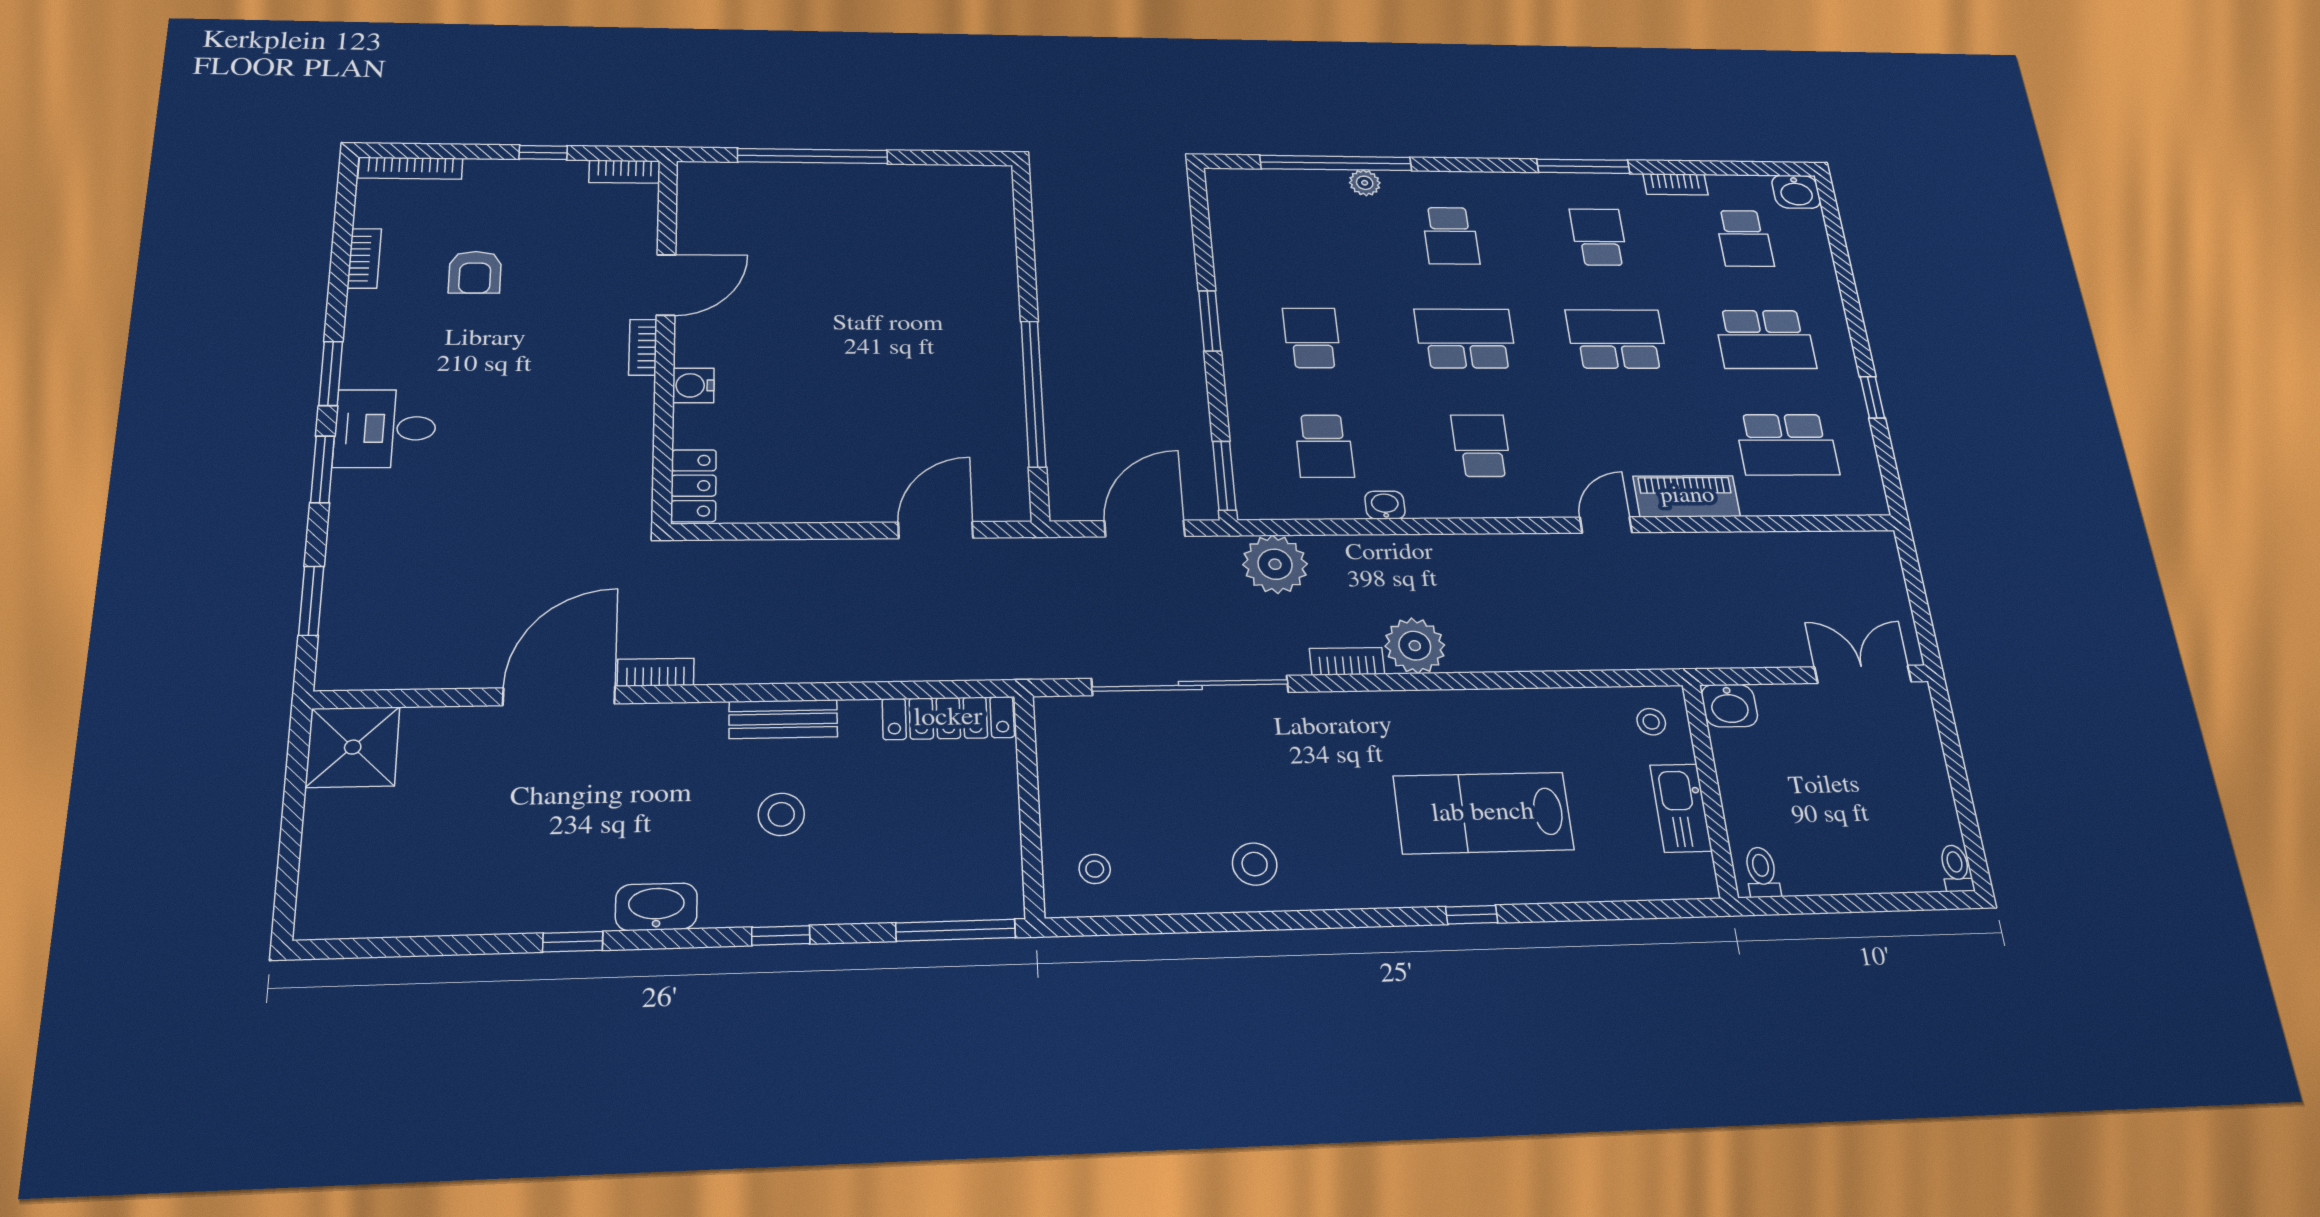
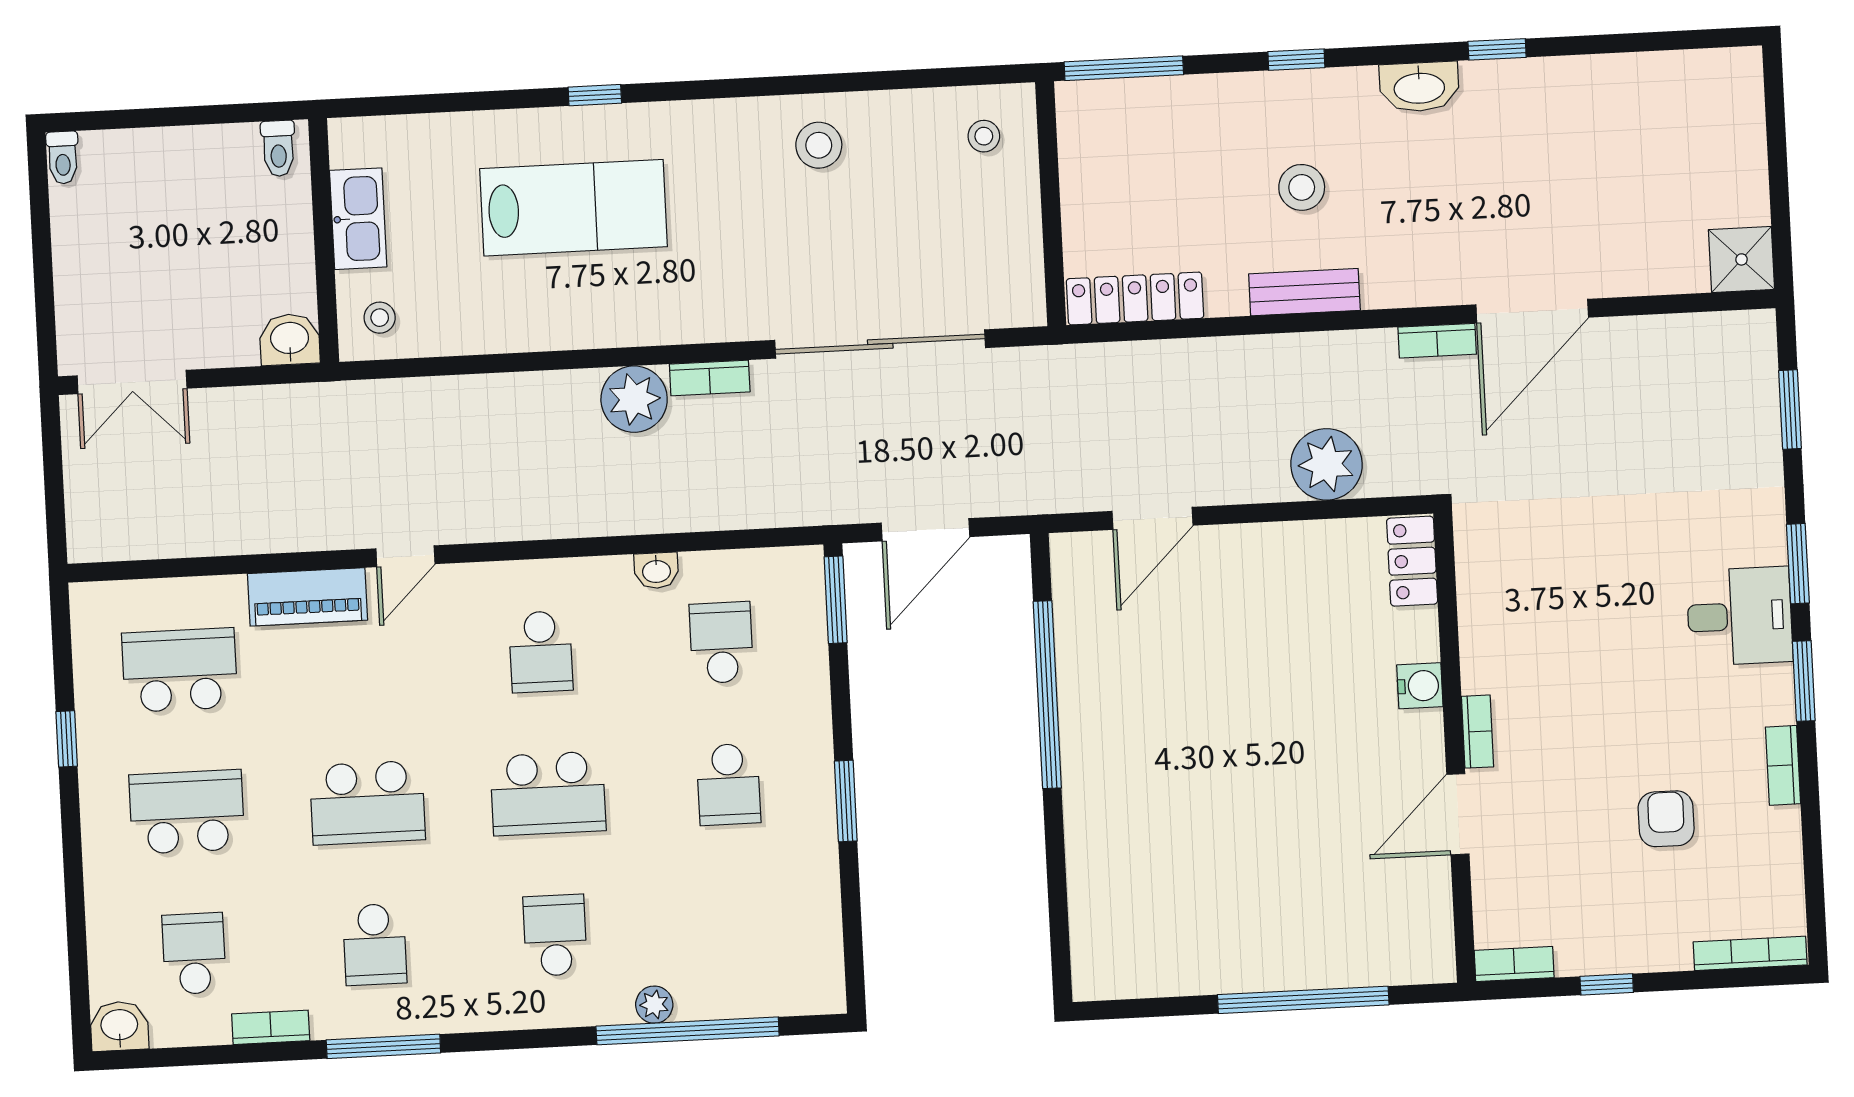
bookcase: (364, 258) -> (1783, 765), moved
plant: (1275, 564) -> (1327, 464), moved
shower: (353, 747) -> (1742, 259), width x0.73, depth x0.73

